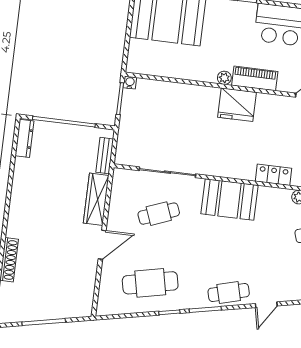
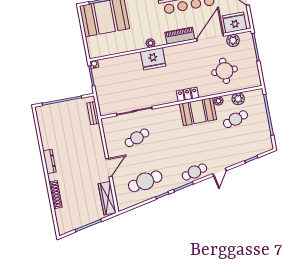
piano: (255, 78) -> (180, 36), moved
fridge: (237, 105) -> (153, 59), moved
dresser: (25, 138) -> (50, 161), moved
locker: (274, 175) -> (188, 94), moved
wardrobe: (96, 199) -> (107, 198), moved
booth: (230, 200) -> (198, 112), moved

